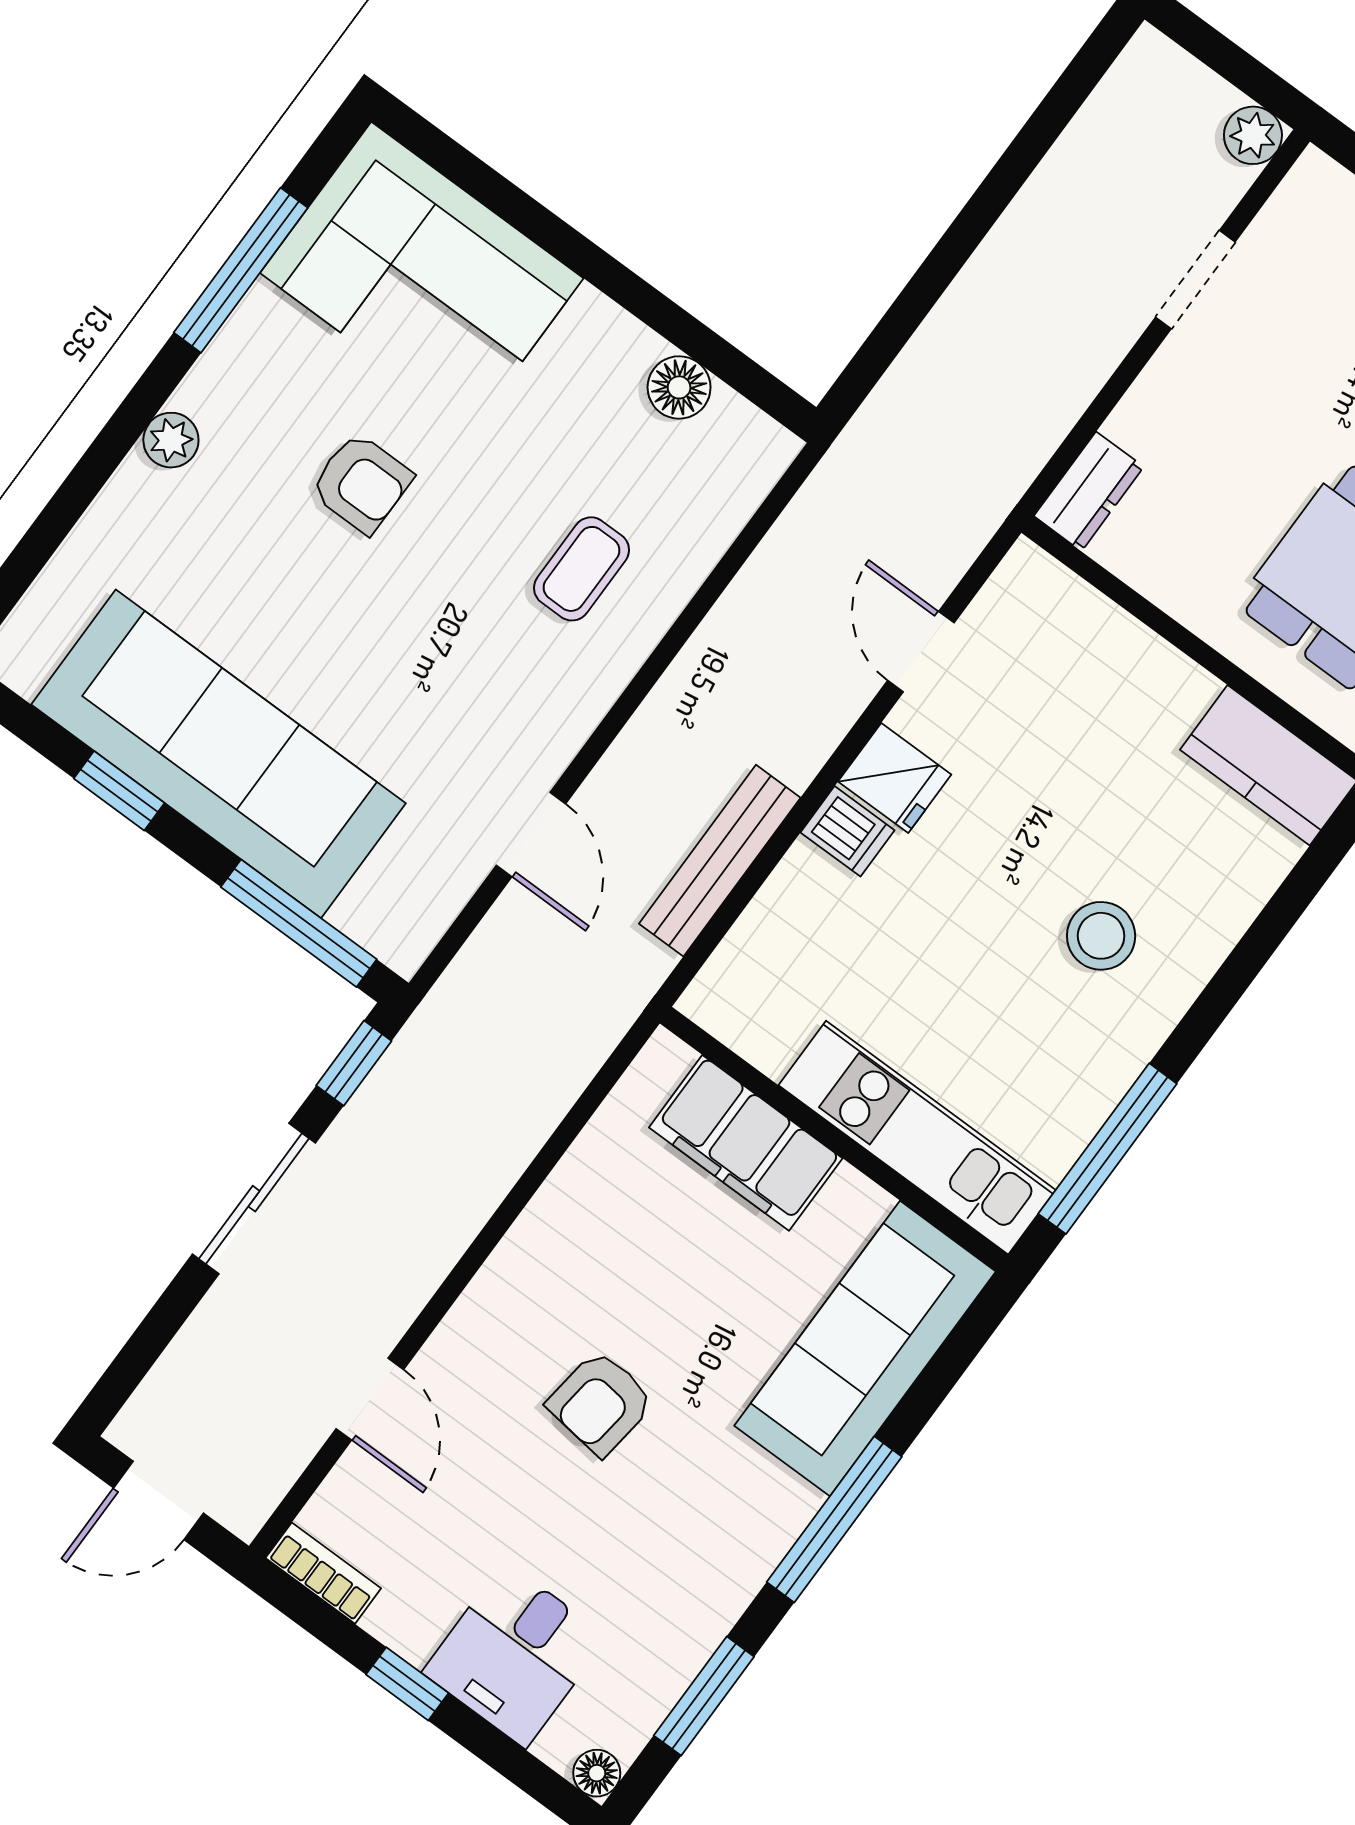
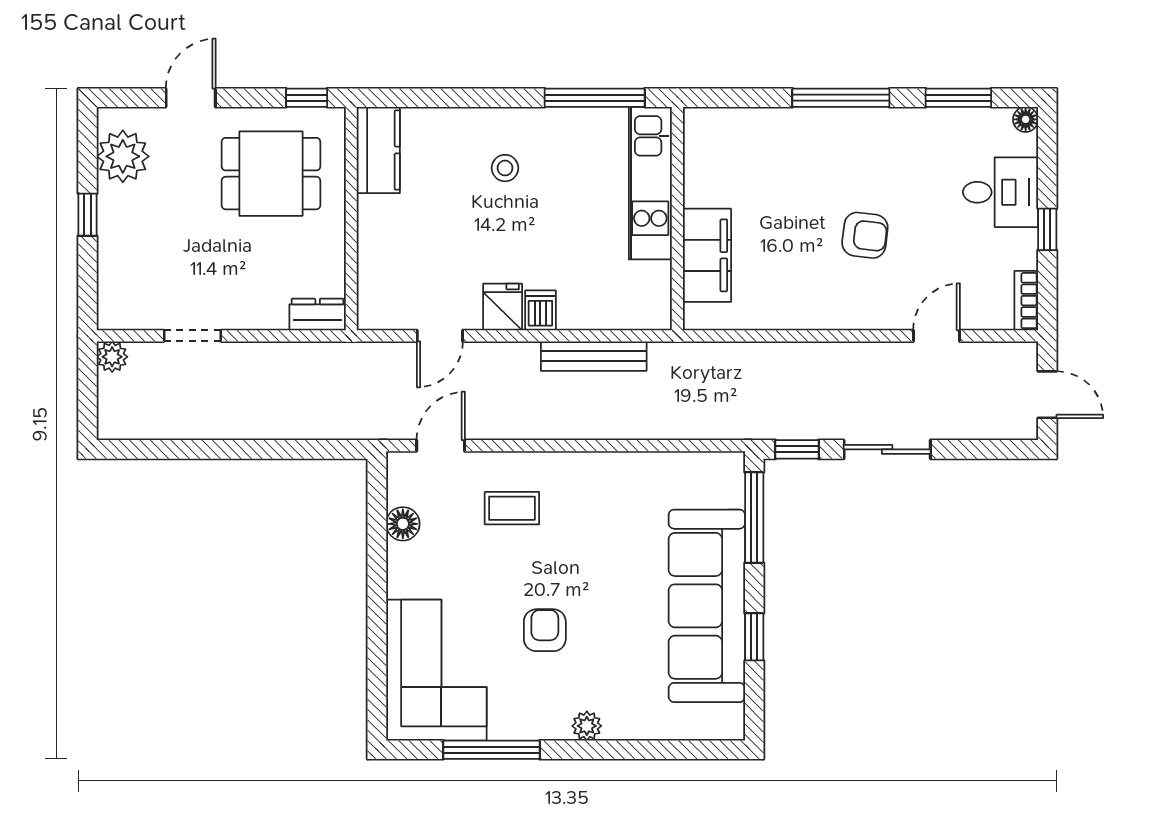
door: (531, 834) -> (441, 446), moved
stool: (1101, 936) -> (505, 168), width x0.73, depth x0.73
sofa: (865, 1349) -> (758, 139), removed

